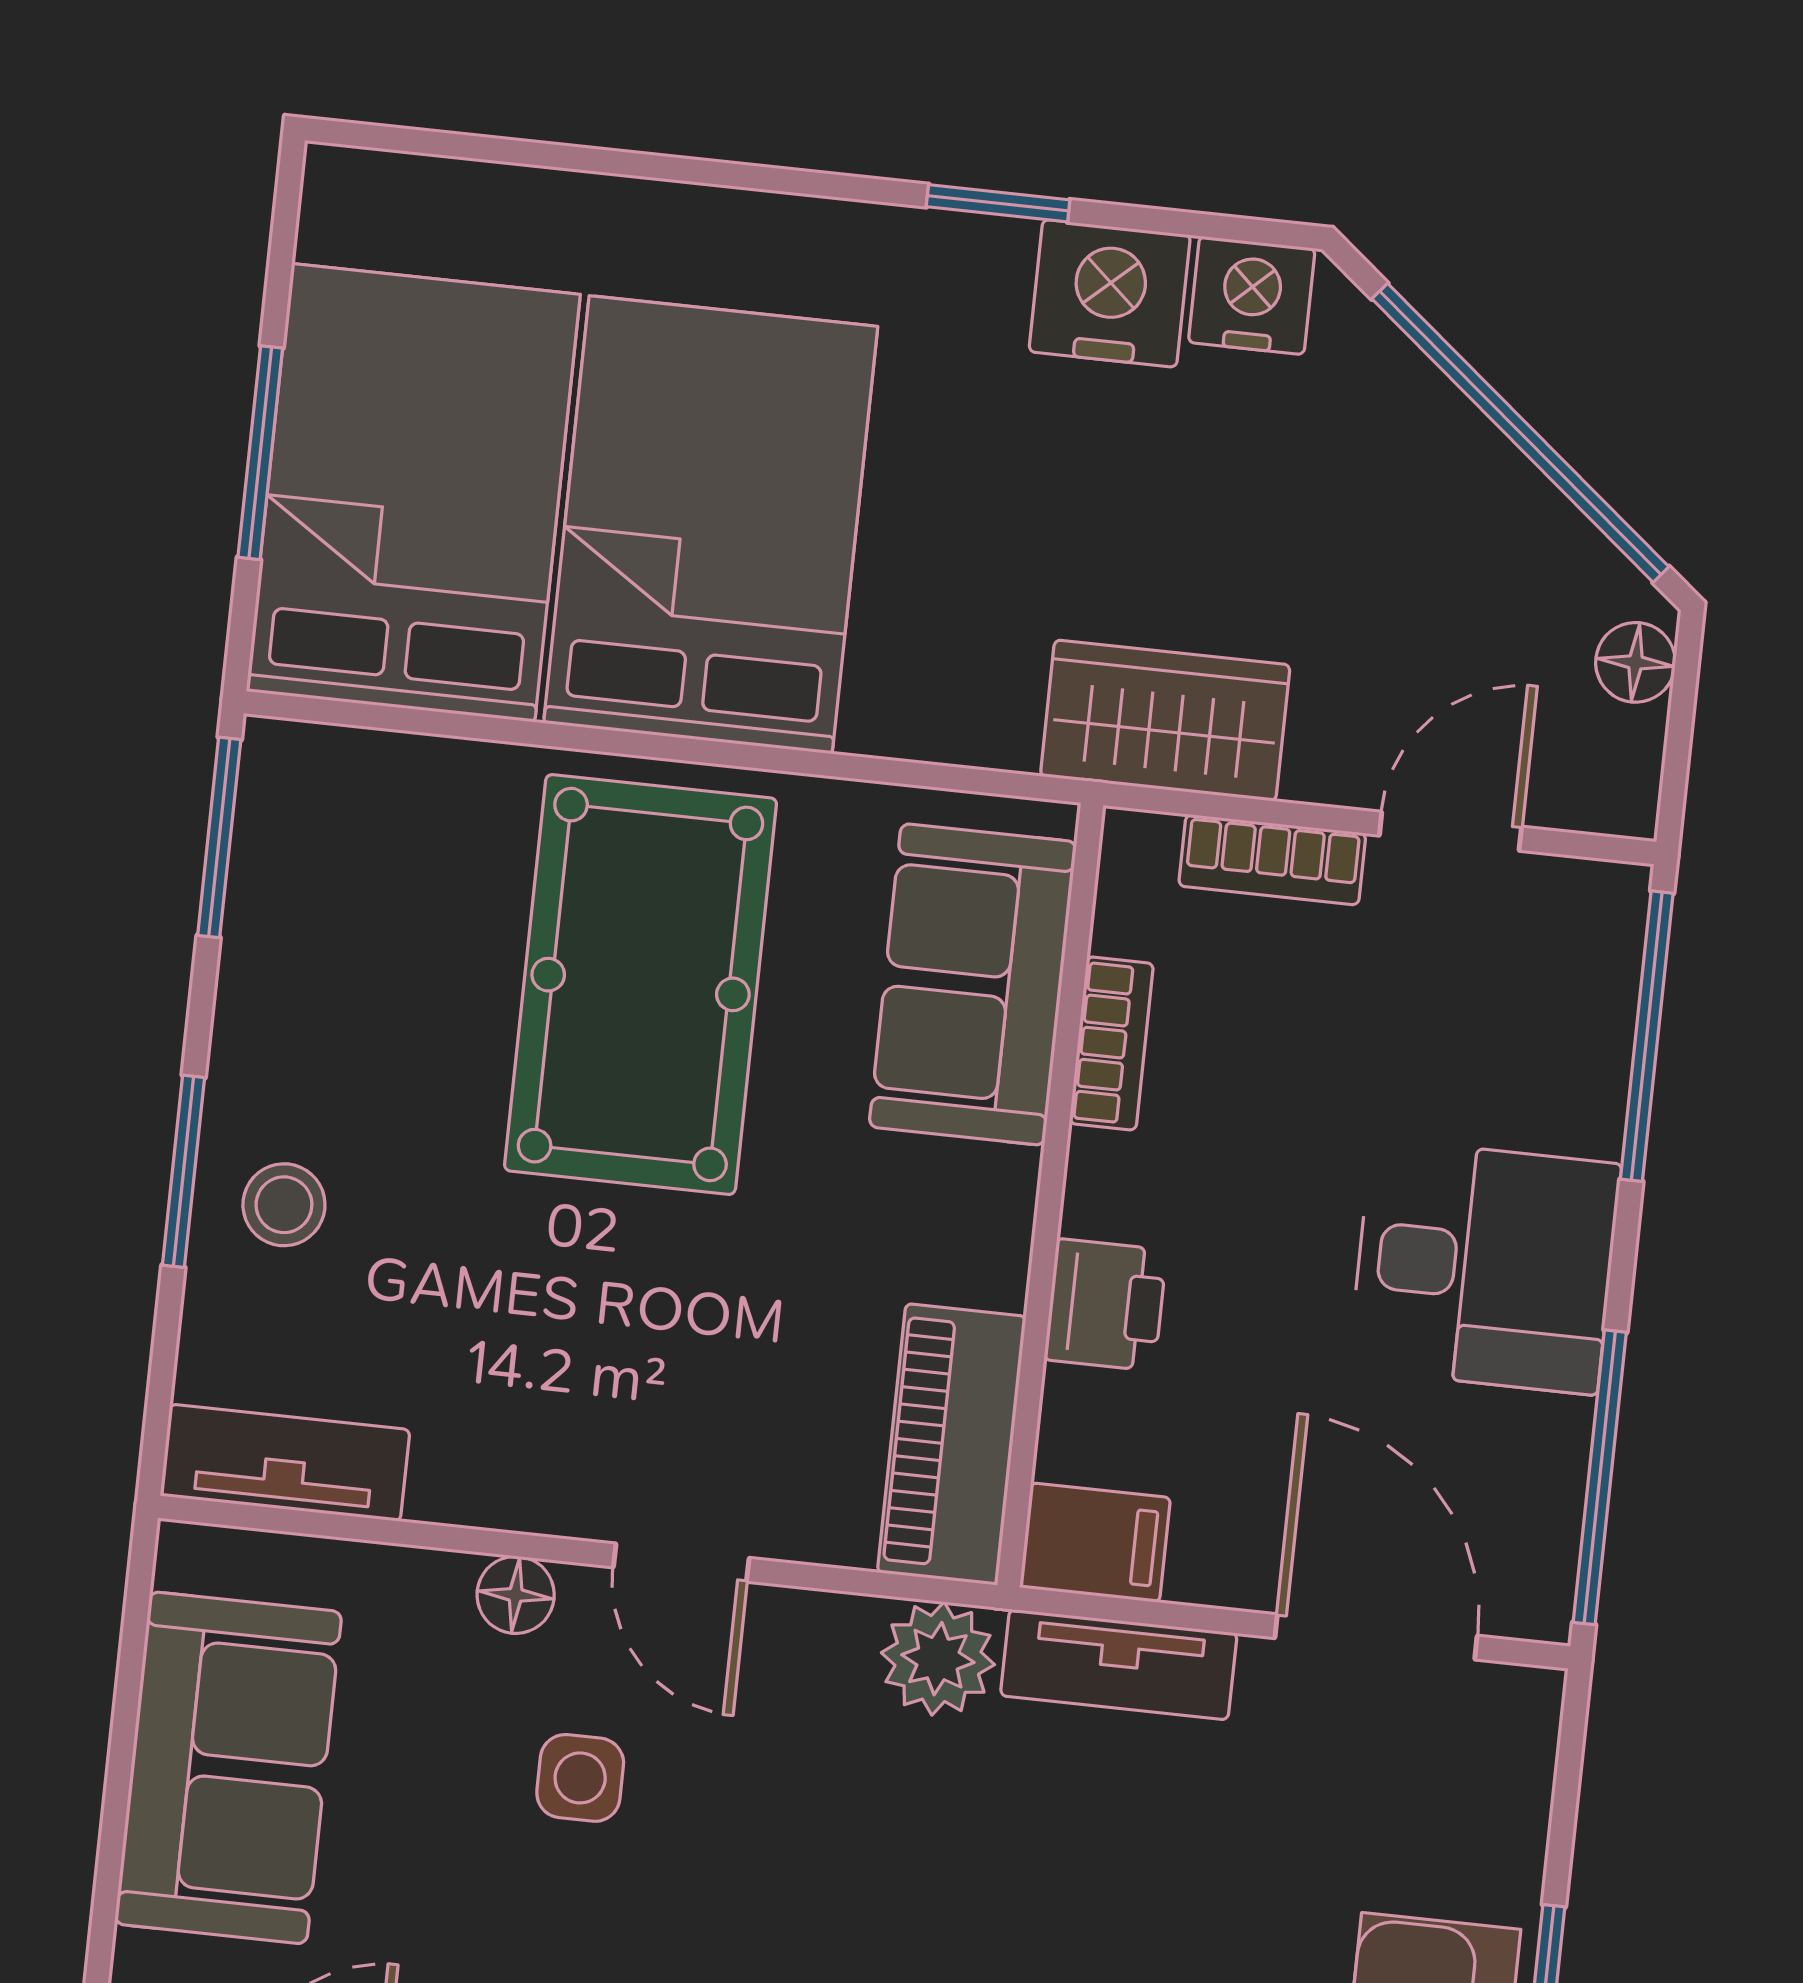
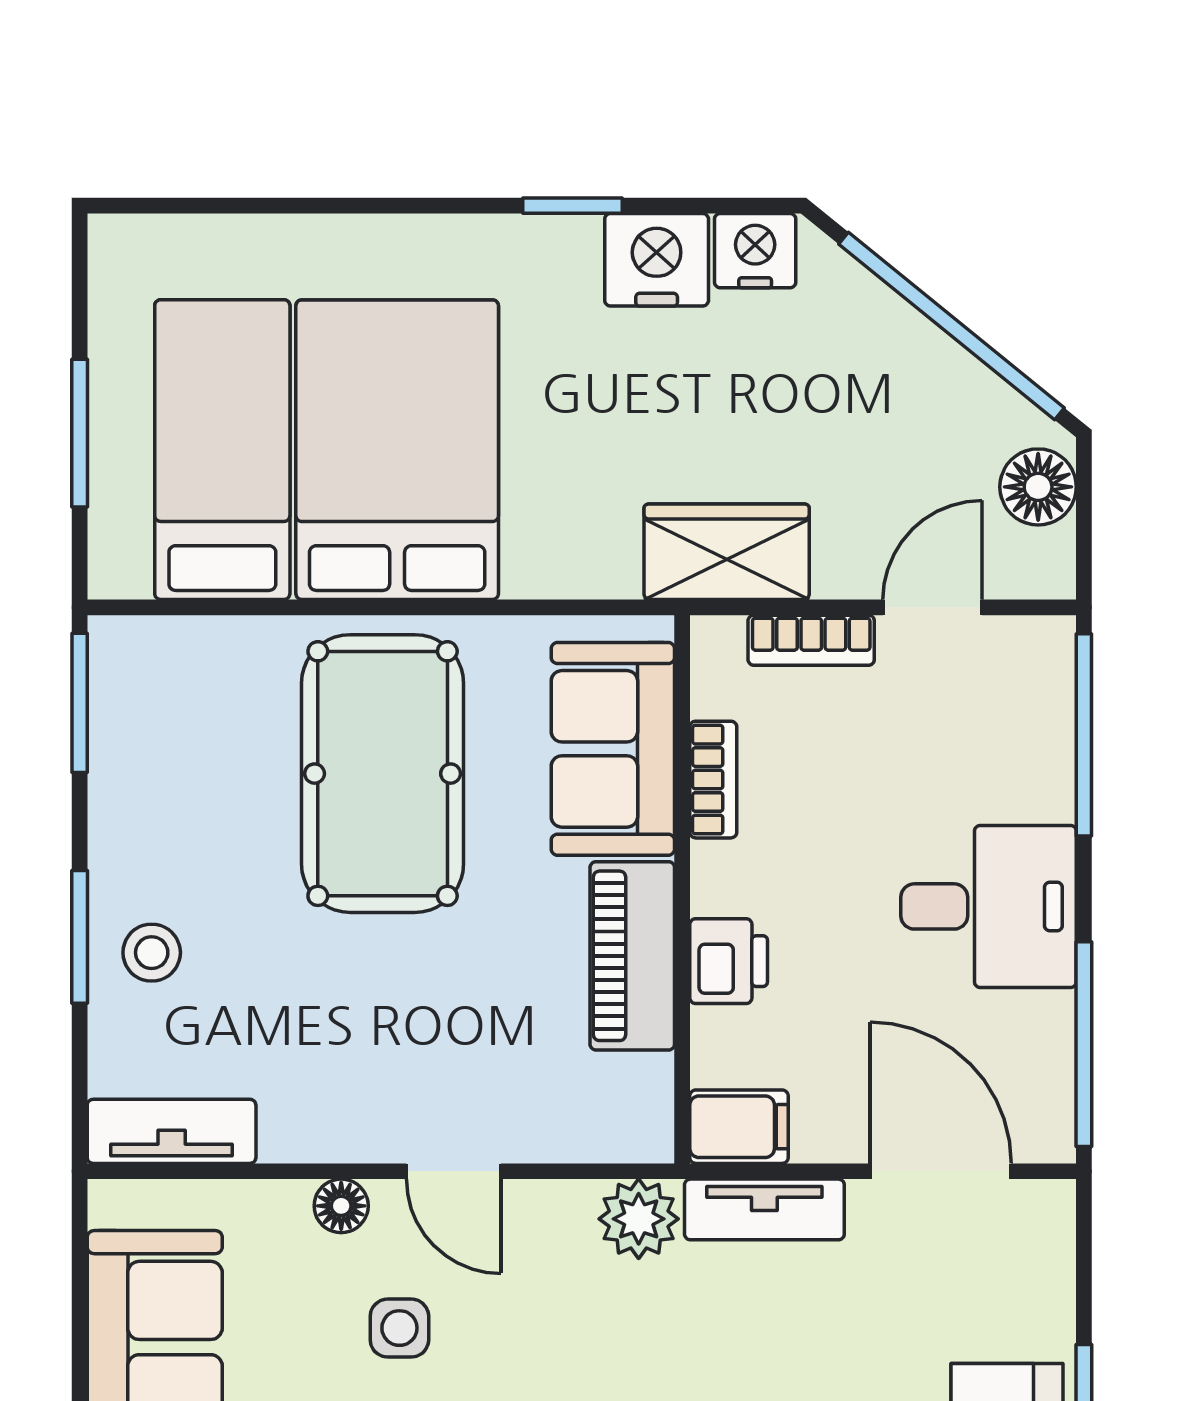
bed: (413, 493) -> (222, 450), width x0.67
floor lamp: (1636, 662) -> (1038, 487), width x1.37, depth x1.37
piano: (952, 1444) -> (632, 956), moved

